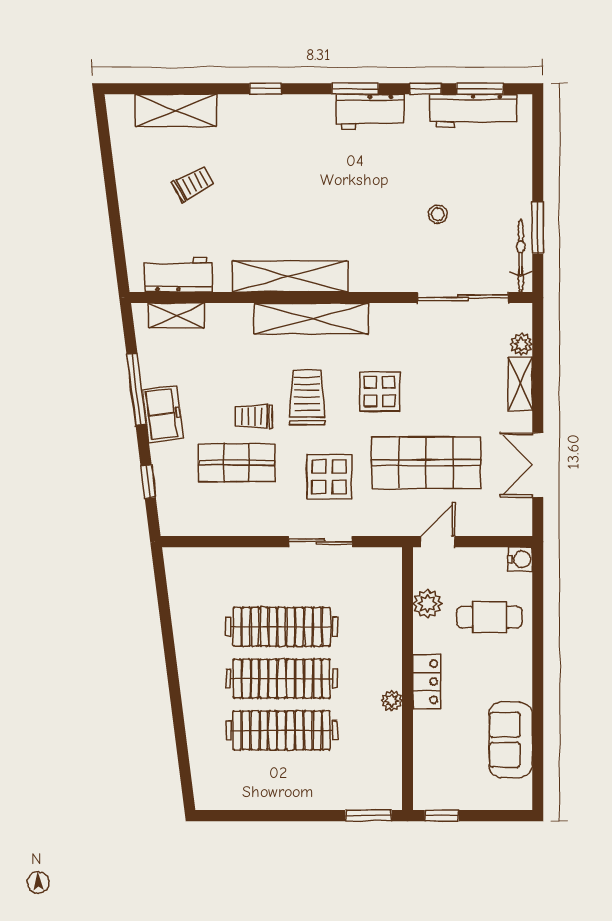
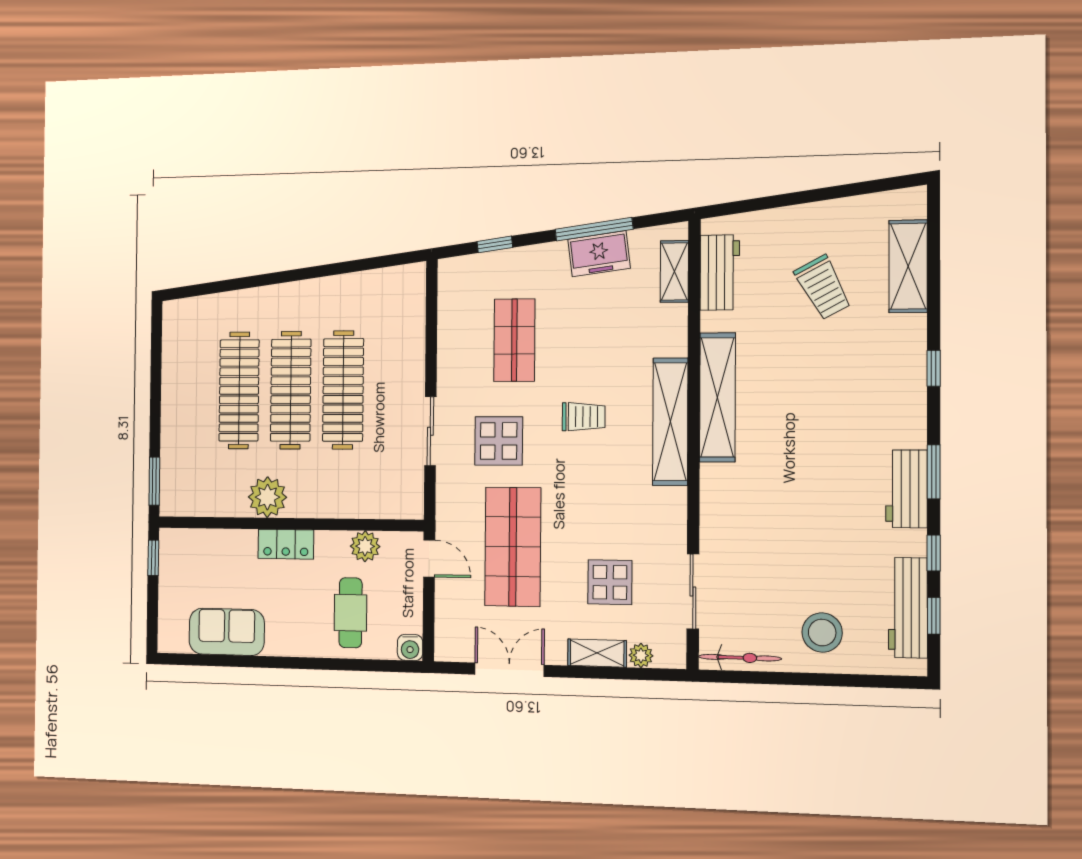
window: (480, 89) -> (934, 616), width x0.67
trolley: (193, 184) -> (823, 287), width x1.36, depth x1.39
stool: (438, 214) -> (822, 633), moved, width x1.89, depth x1.89
window: (538, 227) -> (772, 678), removed
sliding door: (463, 298) -> (693, 592), width x0.73
display table: (380, 391) -> (610, 582), moved
trolley: (307, 398) -> (584, 417), width x0.73, depth x0.72
freezer: (163, 414) -> (599, 254), moved
trolley: (254, 417) -> (564, 358), removed
plant: (392, 701) -> (267, 497), width x1.87, depth x1.87

